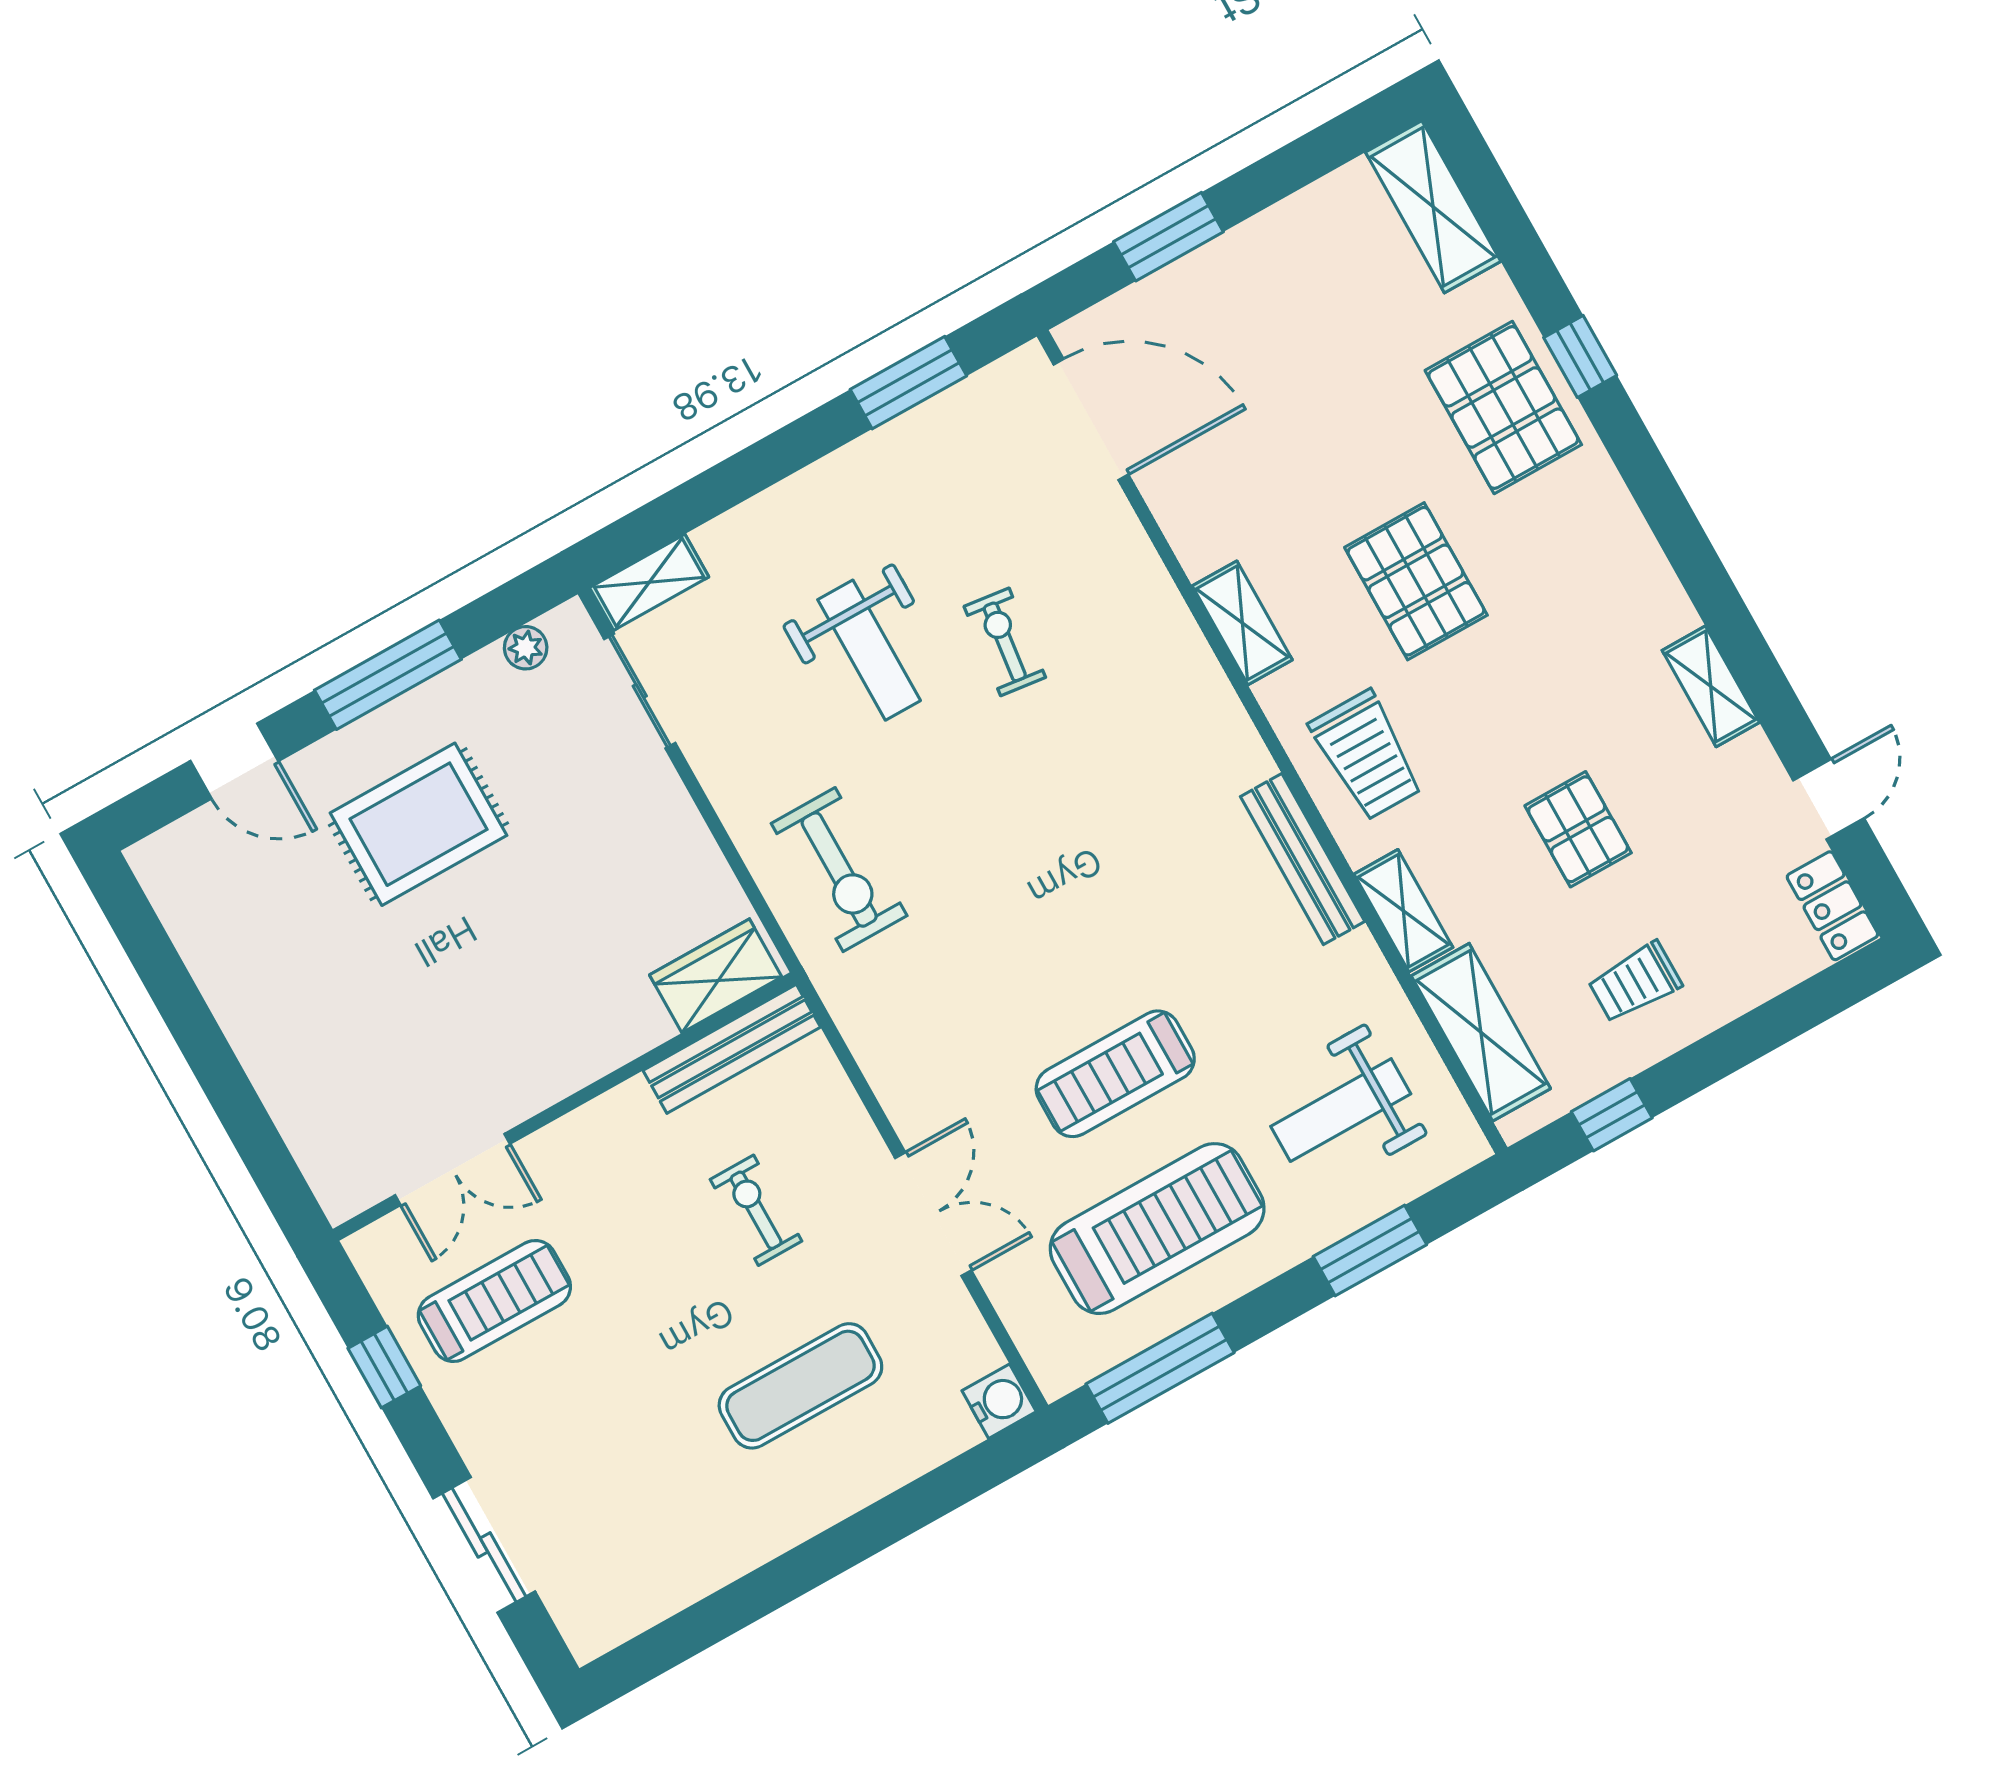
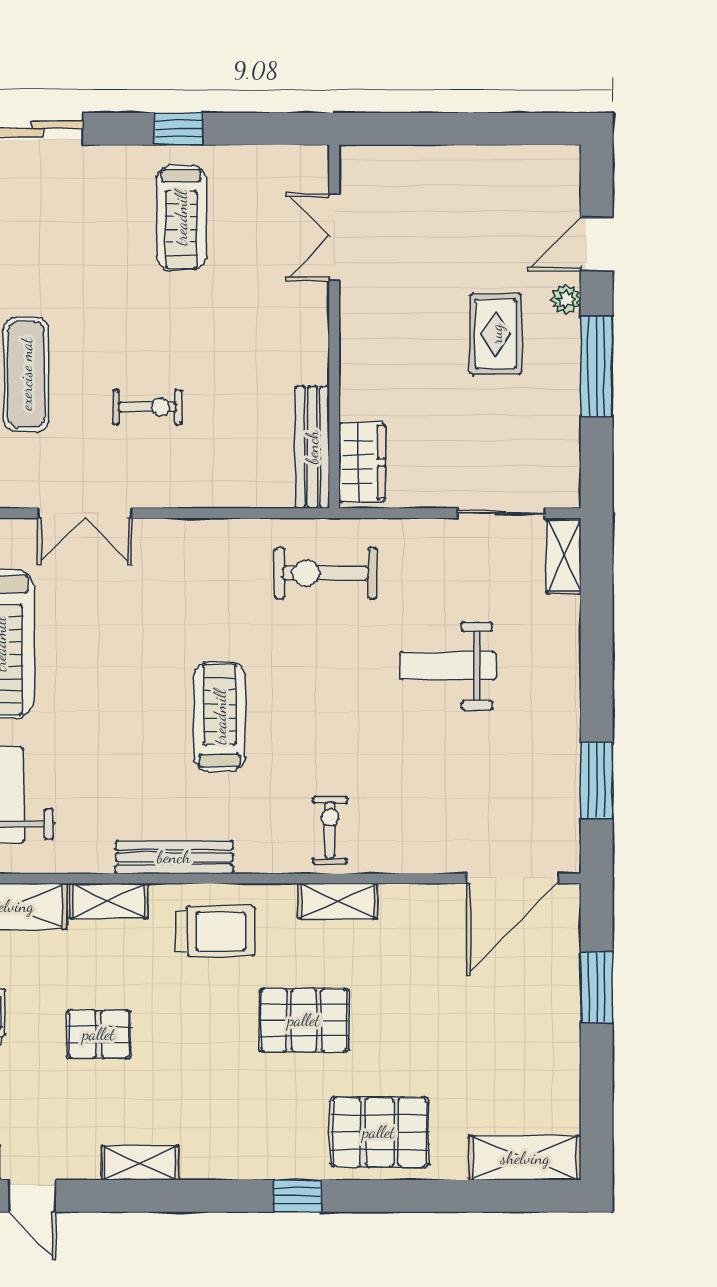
window: (1580, 356) -> (297, 1196), moved
exercise bike: (1005, 642) -> (330, 830), moved, turned -97
plant: (526, 648) -> (566, 299), moved
trolley: (1367, 755) -> (215, 931), turned 180
rug: (418, 824) -> (496, 334), width x0.73, depth x0.70
wardrobe: (716, 976) -> (362, 462), moved
bench: (732, 1049) -> (312, 447), moved
treadmill: (1115, 1074) -> (220, 717), moved
wall: (565, 1107) -> (334, 326), moved
double door: (453, 1169) -> (334, 237), moved

